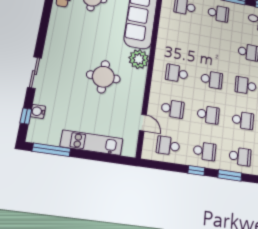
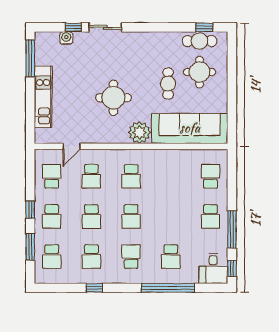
cafe table: (98, 26) -> (168, 83), added
school desk: (177, 73) -> (131, 176), turned 180
window: (26, 116) -> (73, 27), moved

